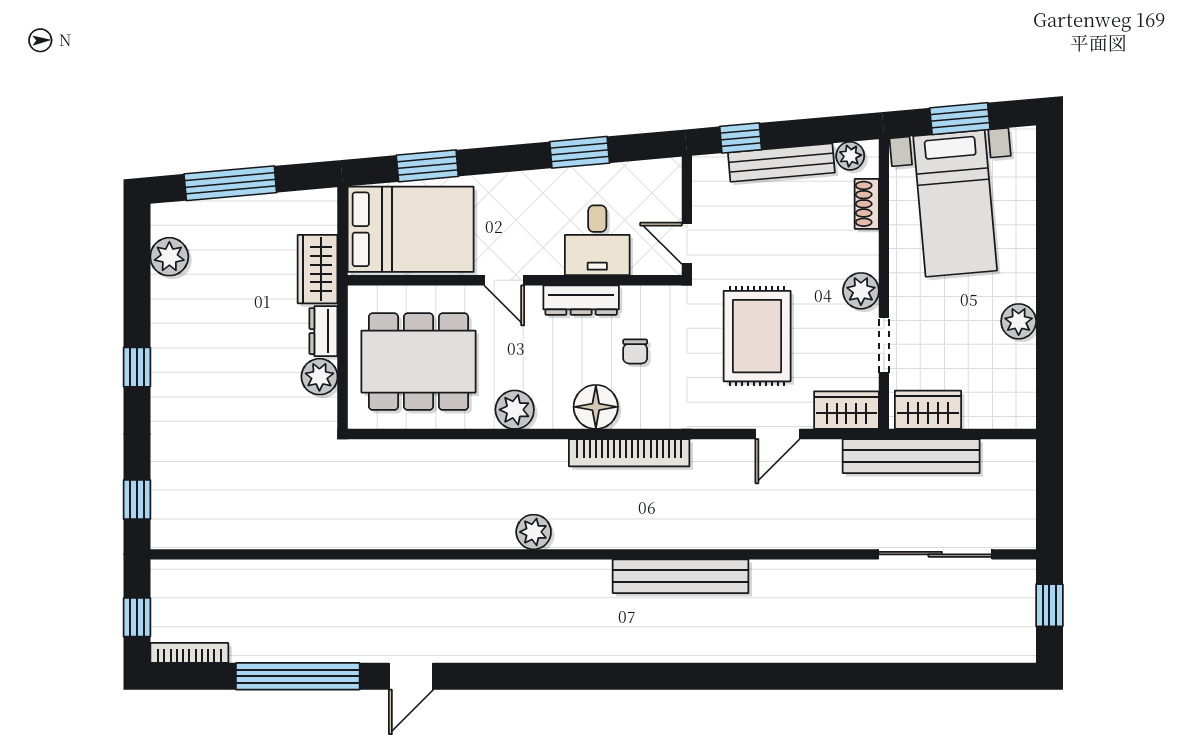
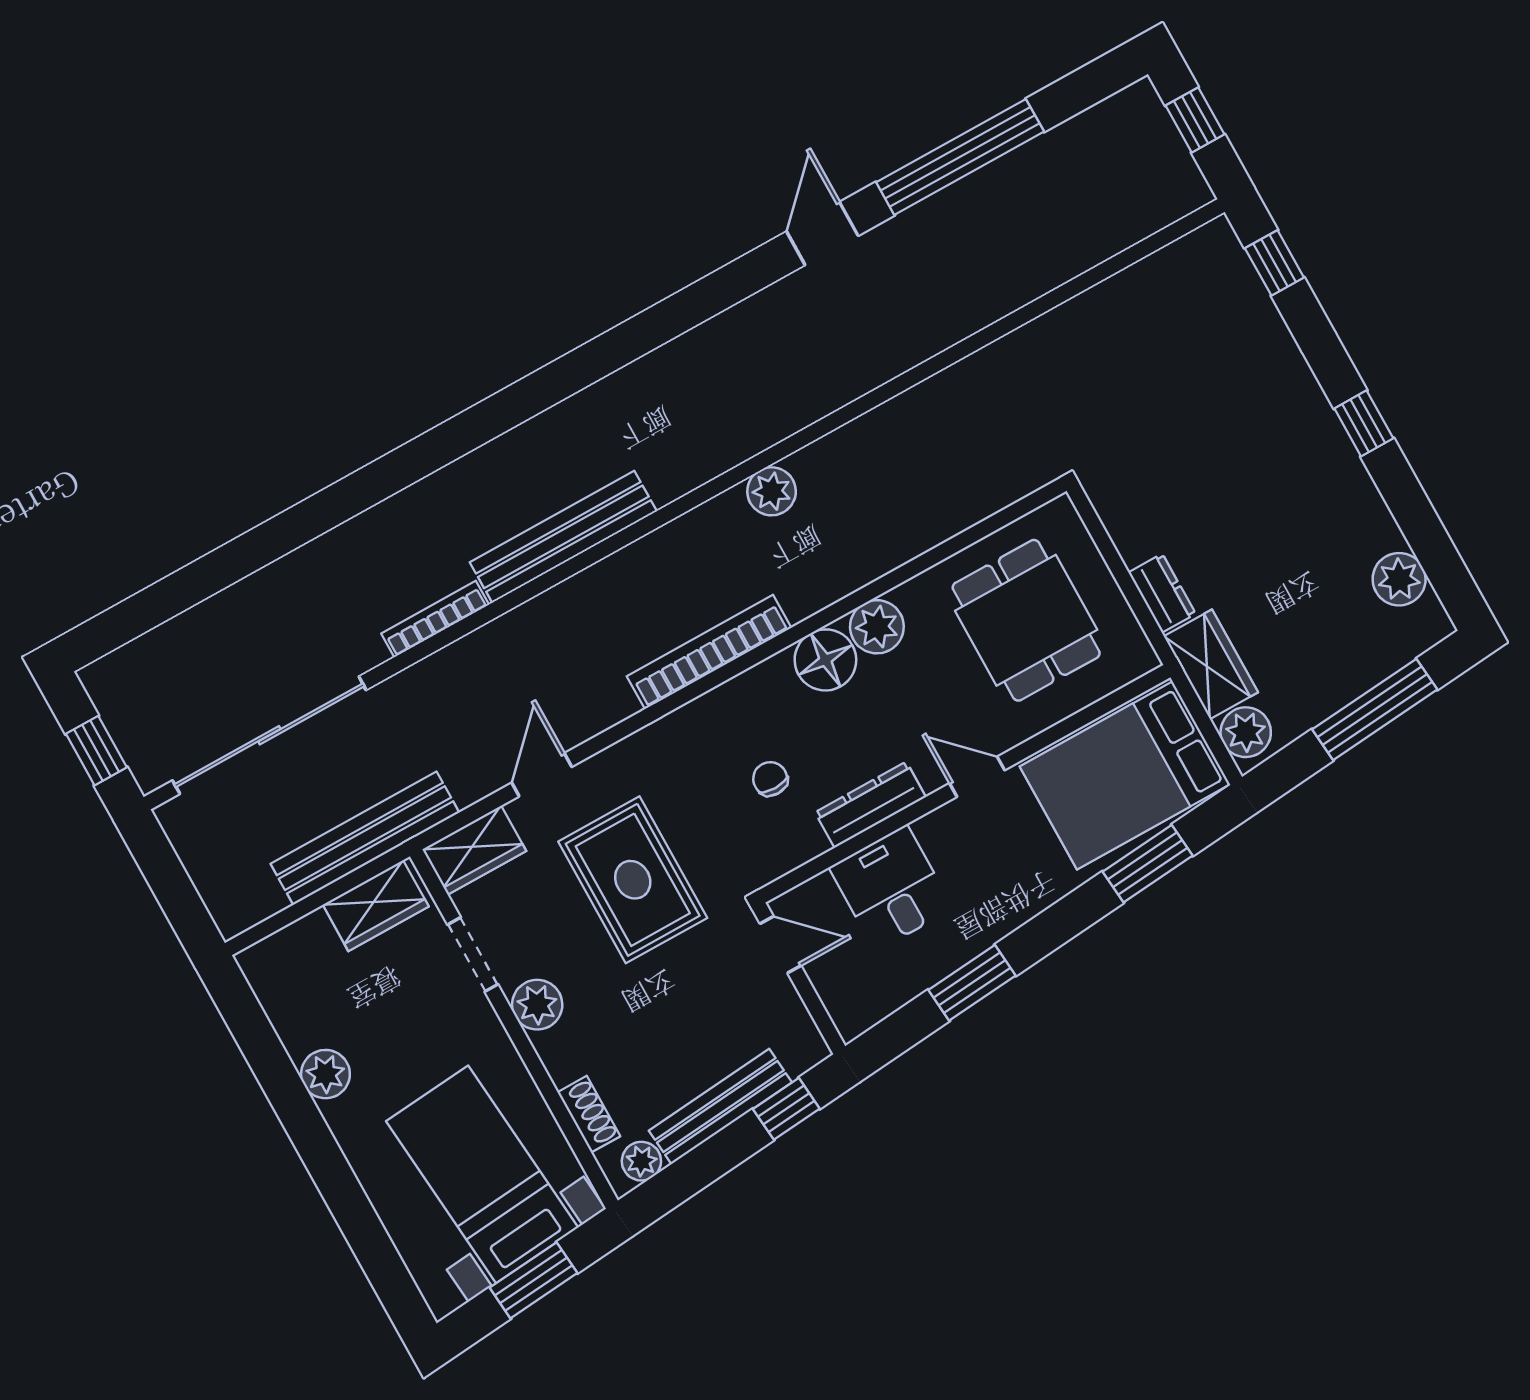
dining table: (418, 362) -> (1026, 620), width x0.73
plant: (319, 377) -> (1246, 732), moved
floor lamp: (596, 407) -> (825, 660), moved
sliding door: (935, 554) -> (269, 735), width x1.36
bookcase: (189, 653) -> (435, 619), moved, turned 180

